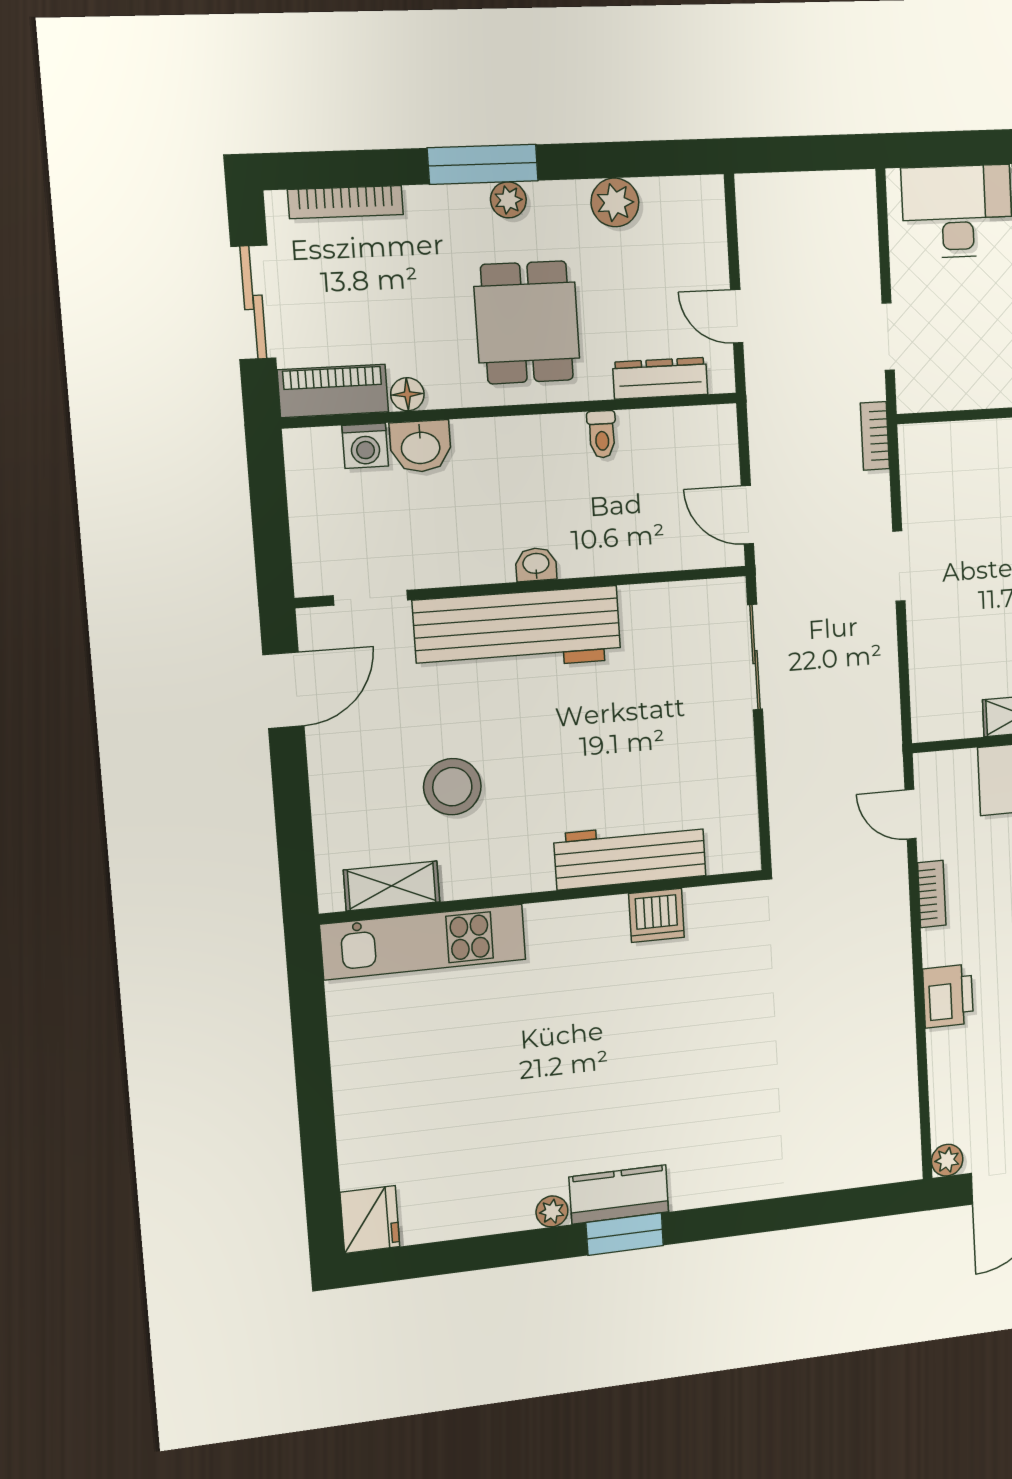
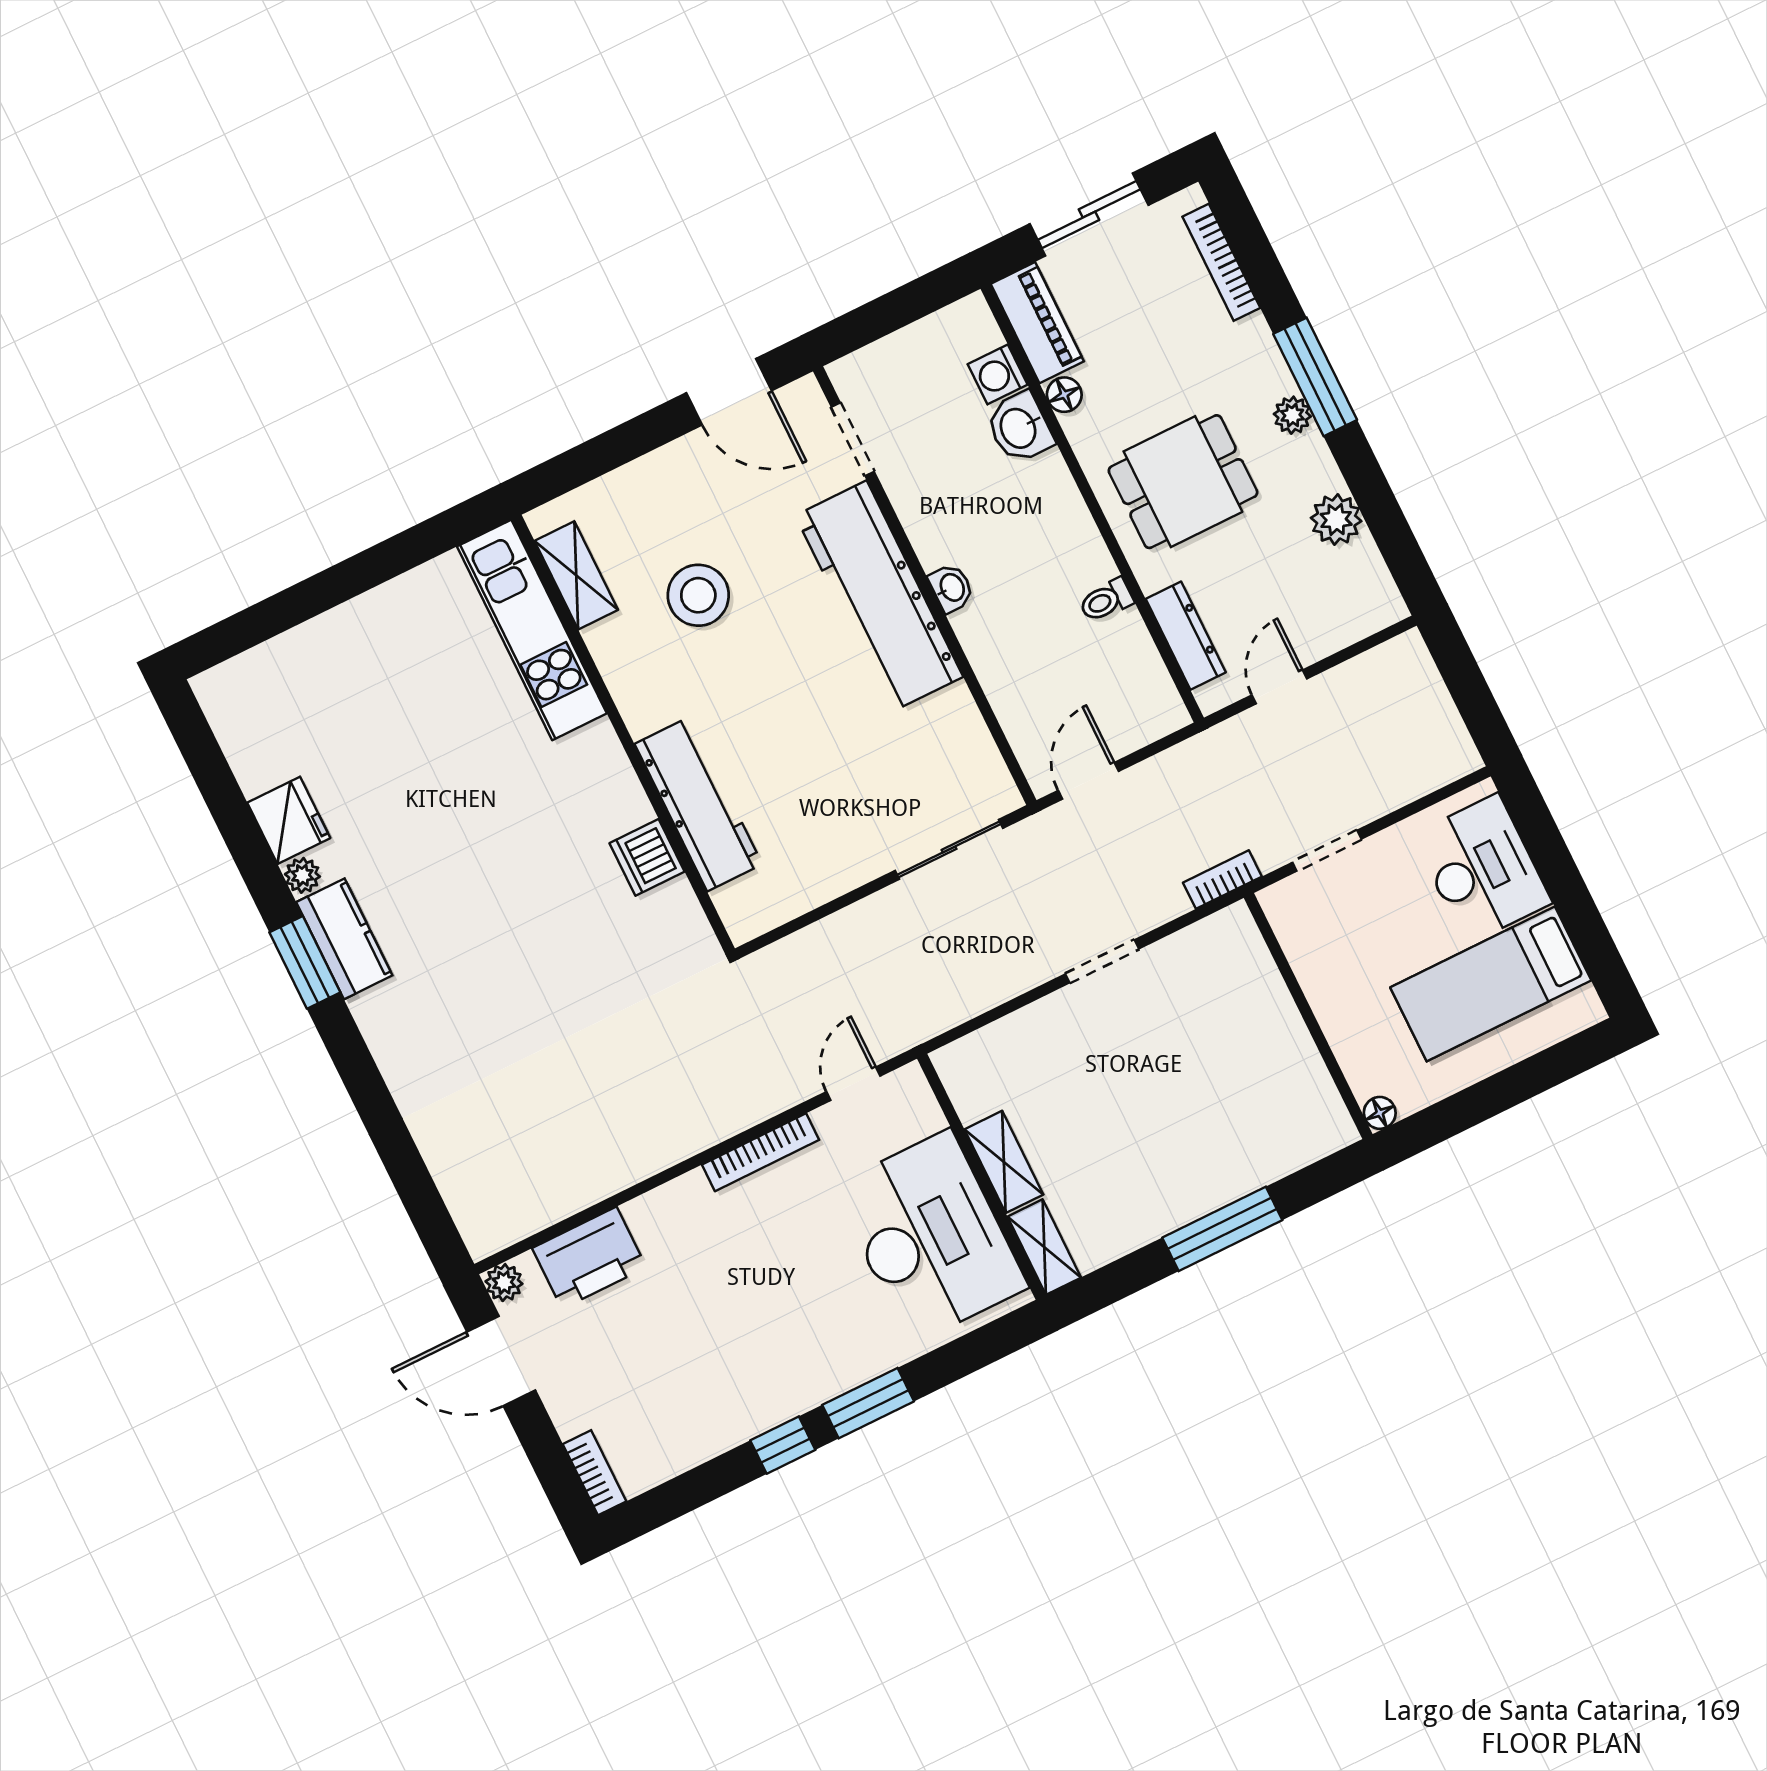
bookcase: (932, 894) -> (761, 1152), width x1.56
printer: (948, 996) -> (589, 1258), moved, width x1.37, depth x1.19
fridge: (370, 1220) -> (289, 820), moved, turned -90

